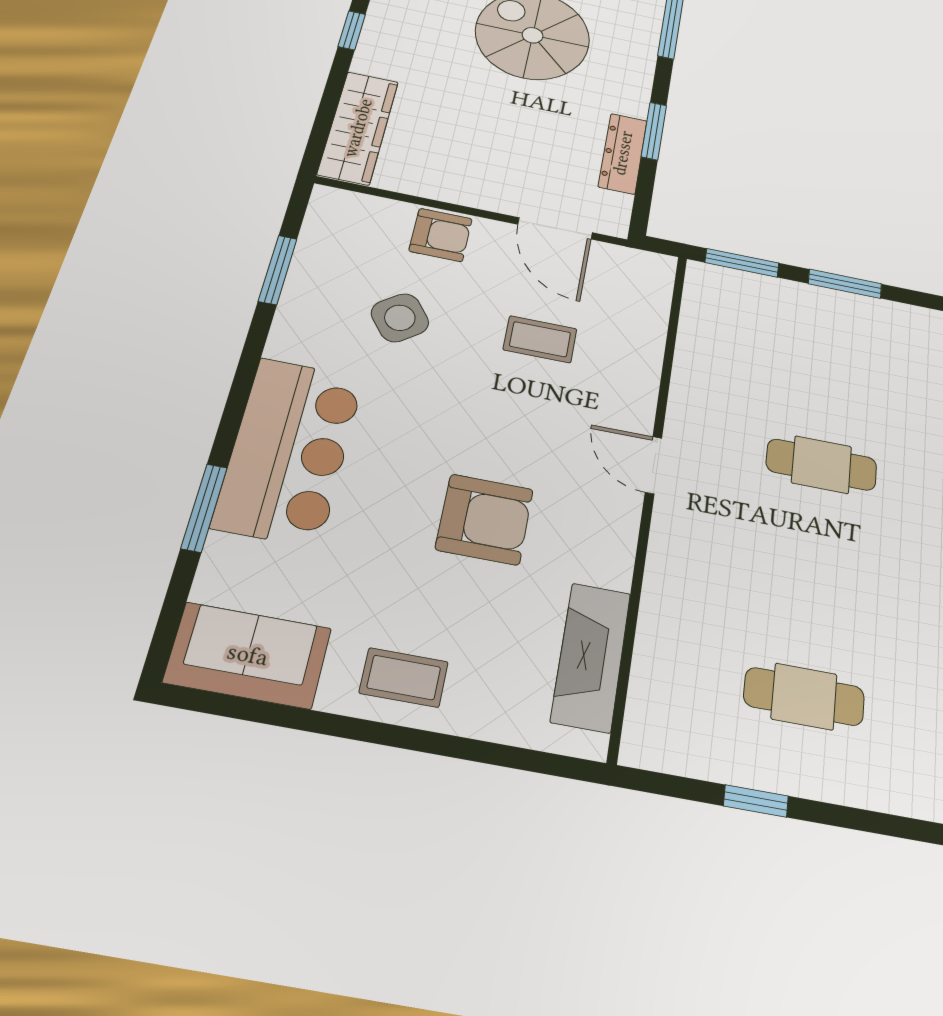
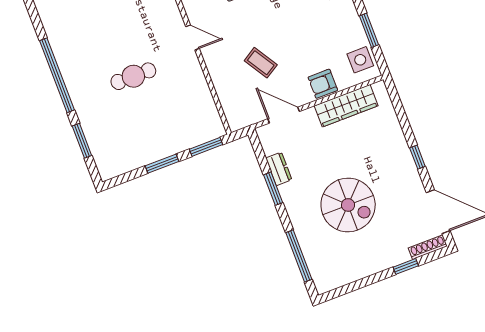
wardrobe: (358, 128) -> (346, 106), moved, turned -90
dresser: (623, 153) -> (279, 169), width x0.70
side table: (400, 318) -> (360, 60), moved, turned 37
coffee table: (540, 339) -> (261, 63), turned 58

